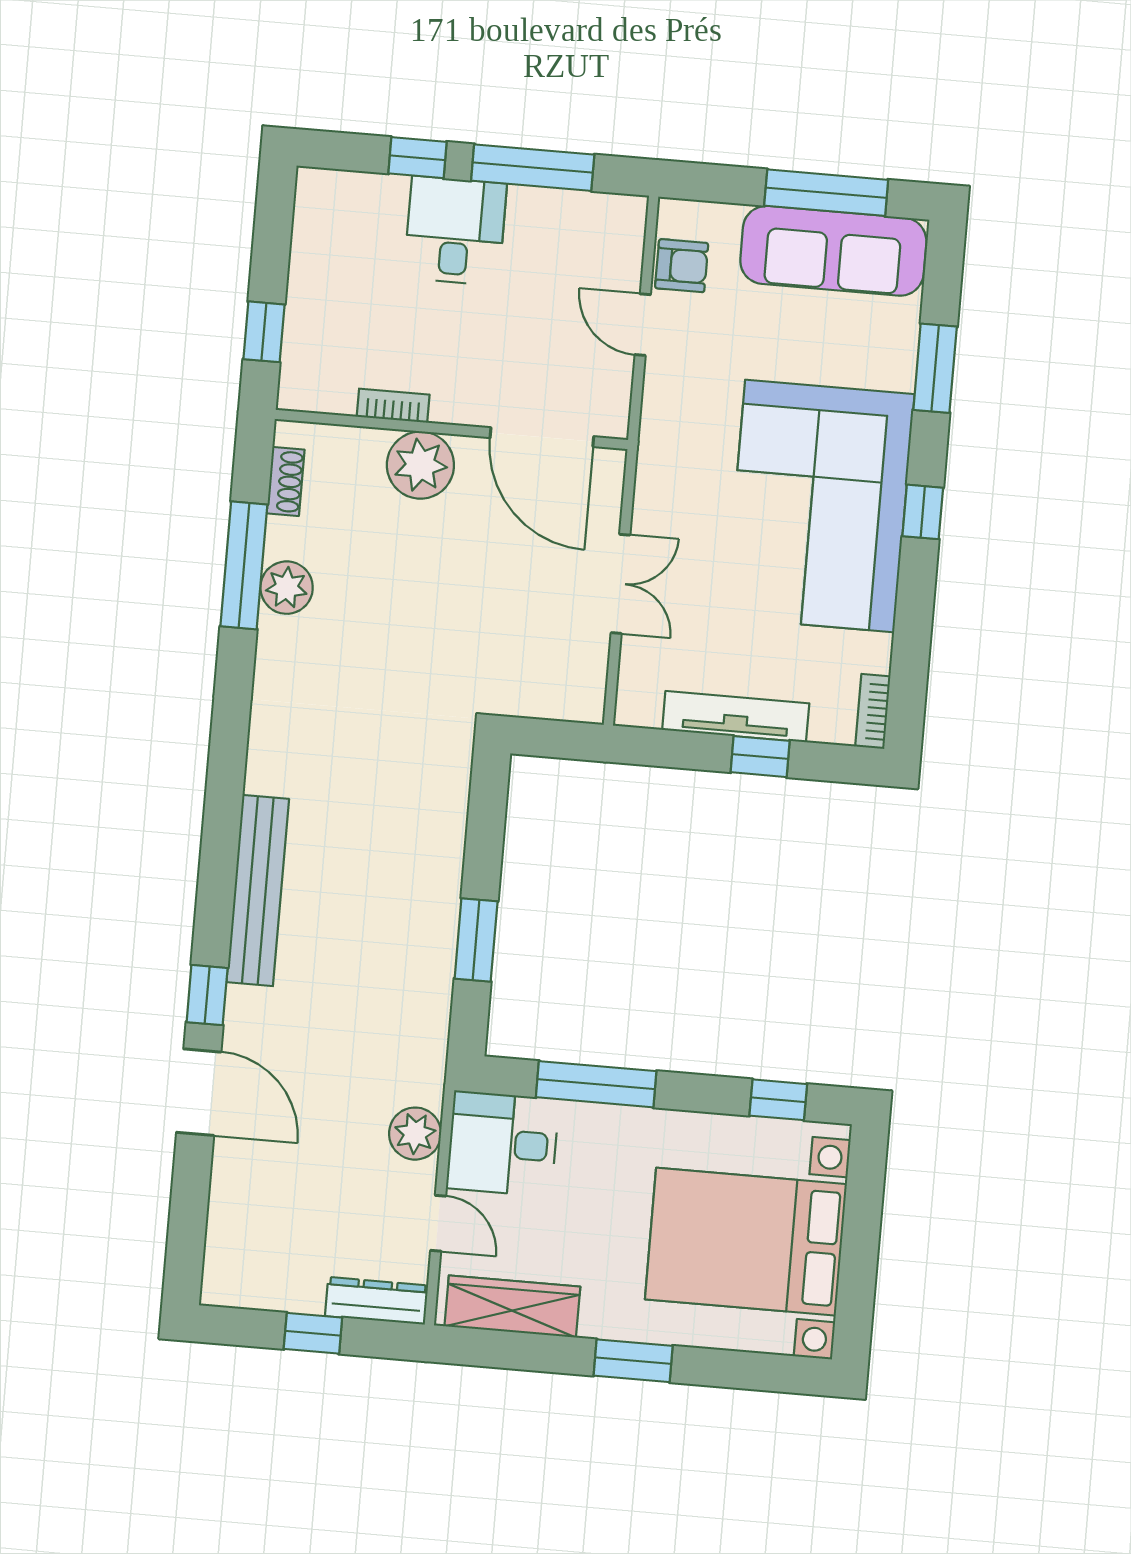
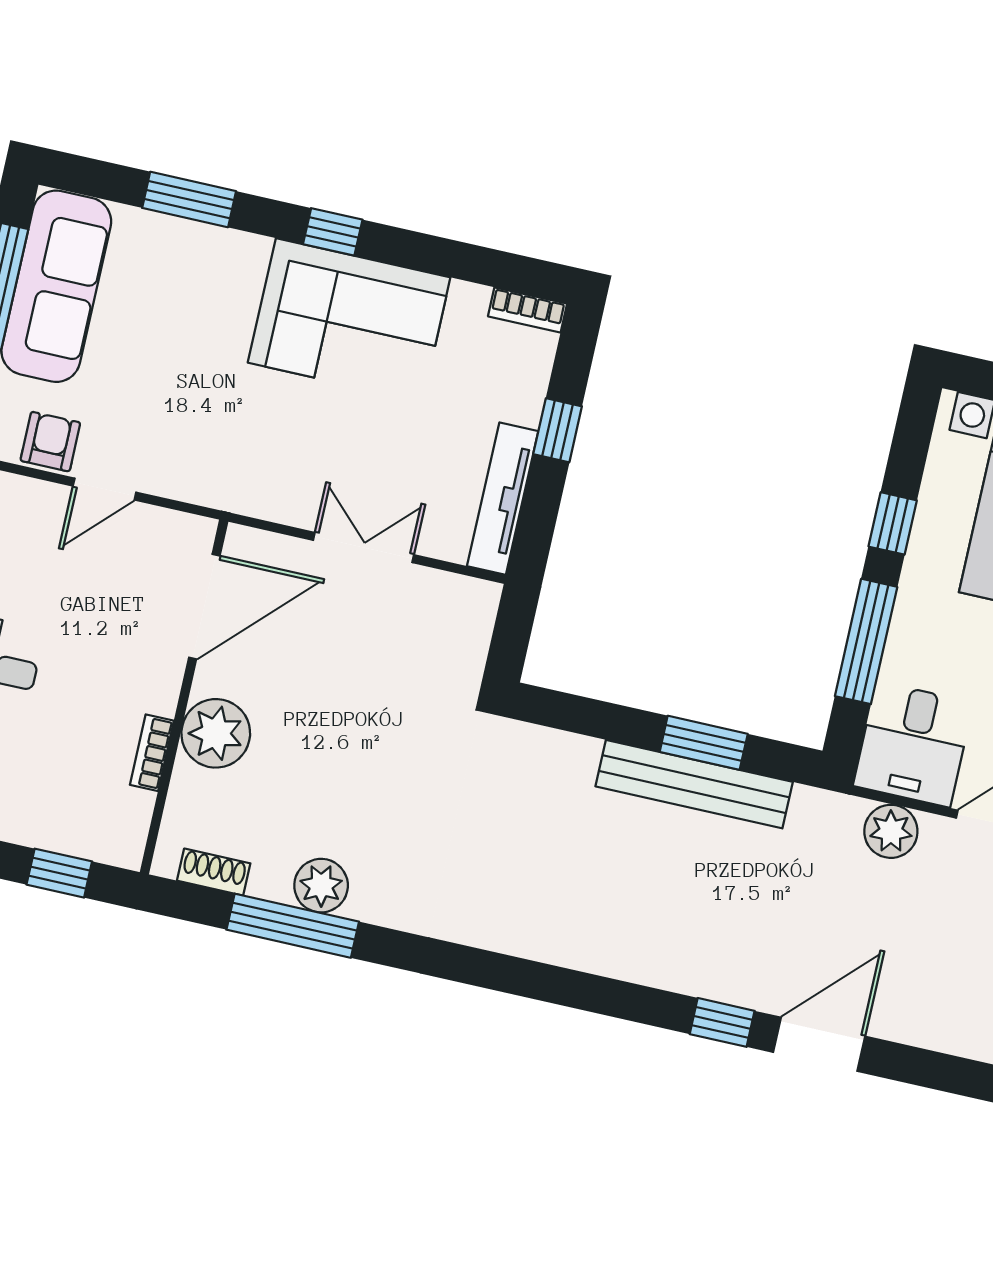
corner sofa: (820, 506) -> (349, 320), width x0.73, depth x0.74
tv unit: (736, 717) -> (503, 499), moved
bench: (258, 891) -> (694, 784), moved
window: (778, 1100) -> (893, 523), moved

